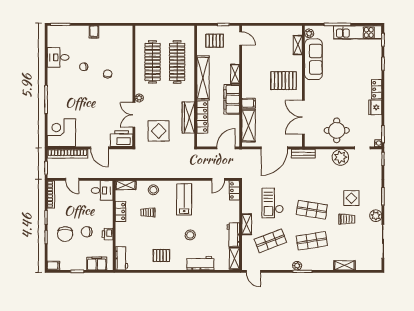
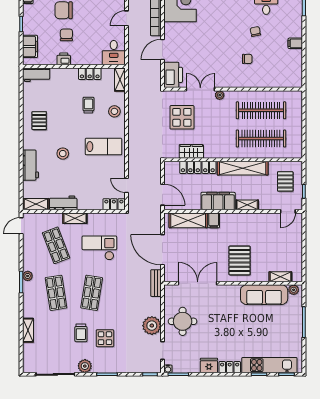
kitchen unit: (358, 32) -> (269, 365), moved, turned 90
wardrobe: (188, 118) -> (191, 151), width x0.67

